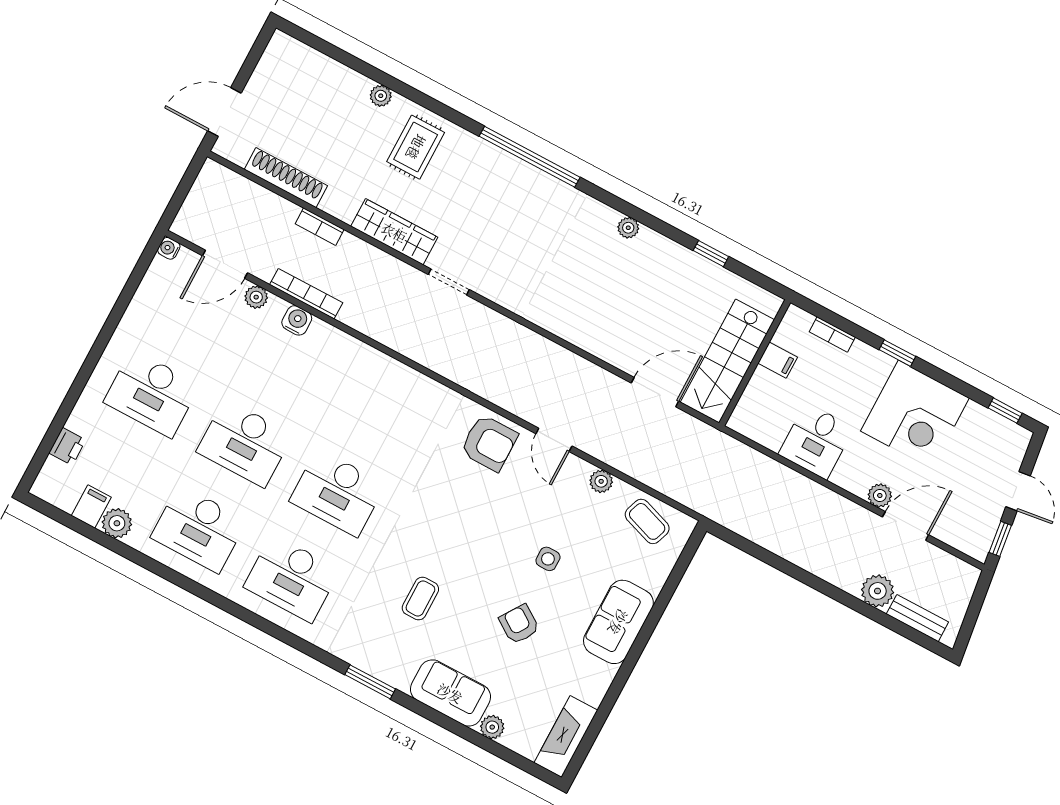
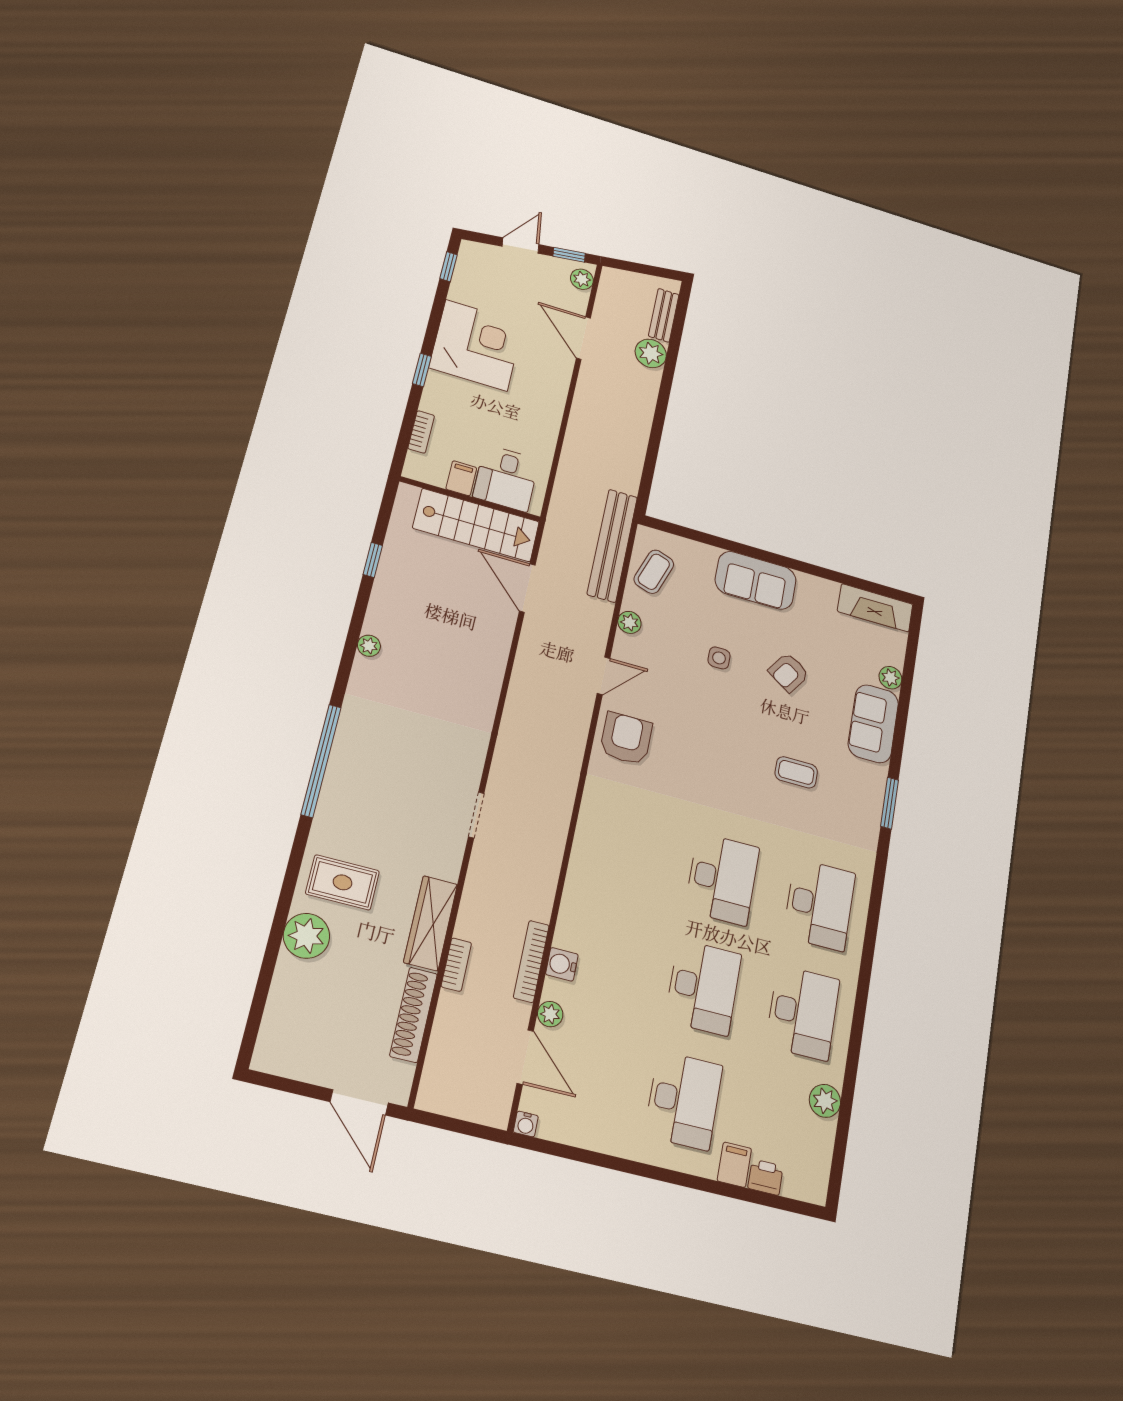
plant: (381, 96) -> (306, 936), width x1.88, depth x1.88
wardrobe: (394, 232) -> (431, 923), moved
desk: (816, 441) -> (506, 478), moved, turned 90
bench: (682, 488) -> (612, 546), added
plant: (880, 495) -> (582, 279), moved
filing cabinet: (91, 506) -> (734, 1165), moved, turned 90

